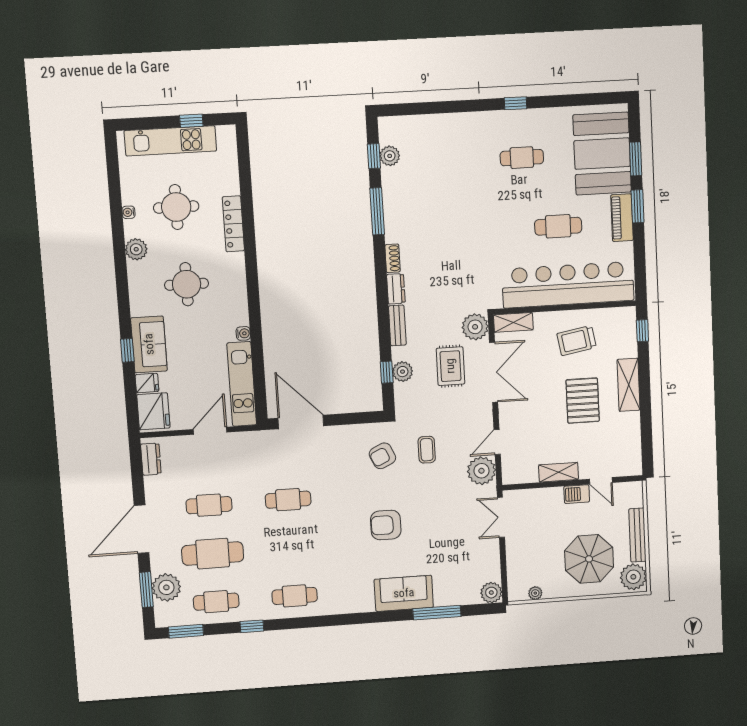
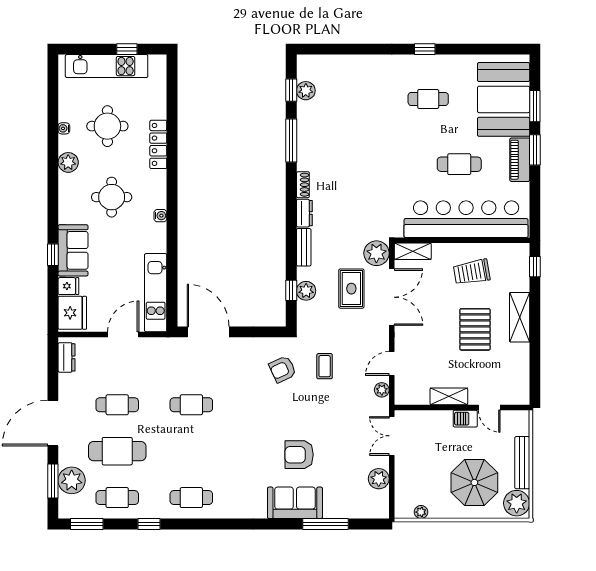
water cooler: (243, 333) -> (160, 216), moved
plant: (481, 471) -> (382, 390), width x0.53, depth x0.53
armchair: (386, 525) -> (299, 455), moved
plant: (491, 593) -> (379, 479), moved

